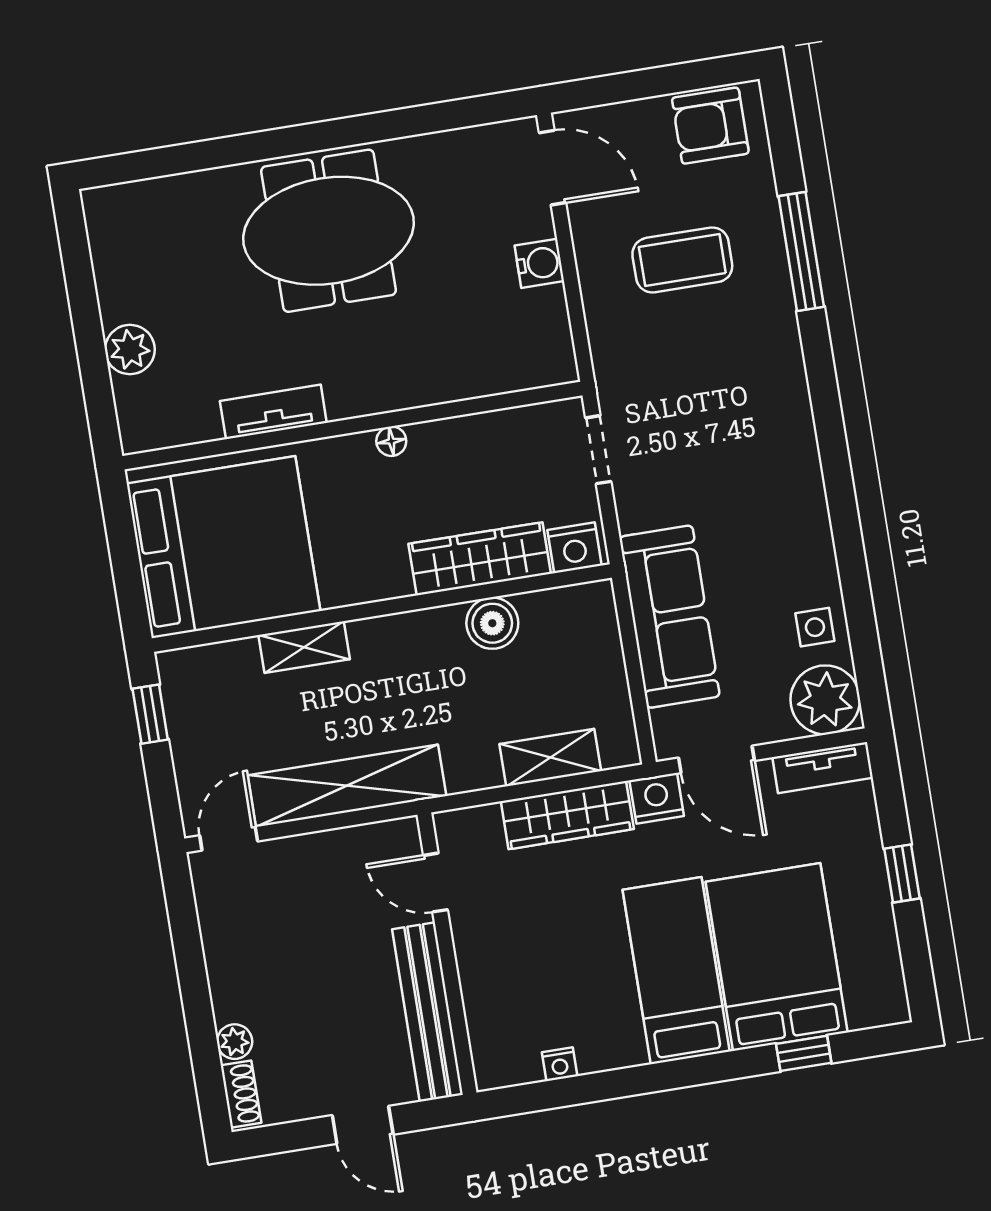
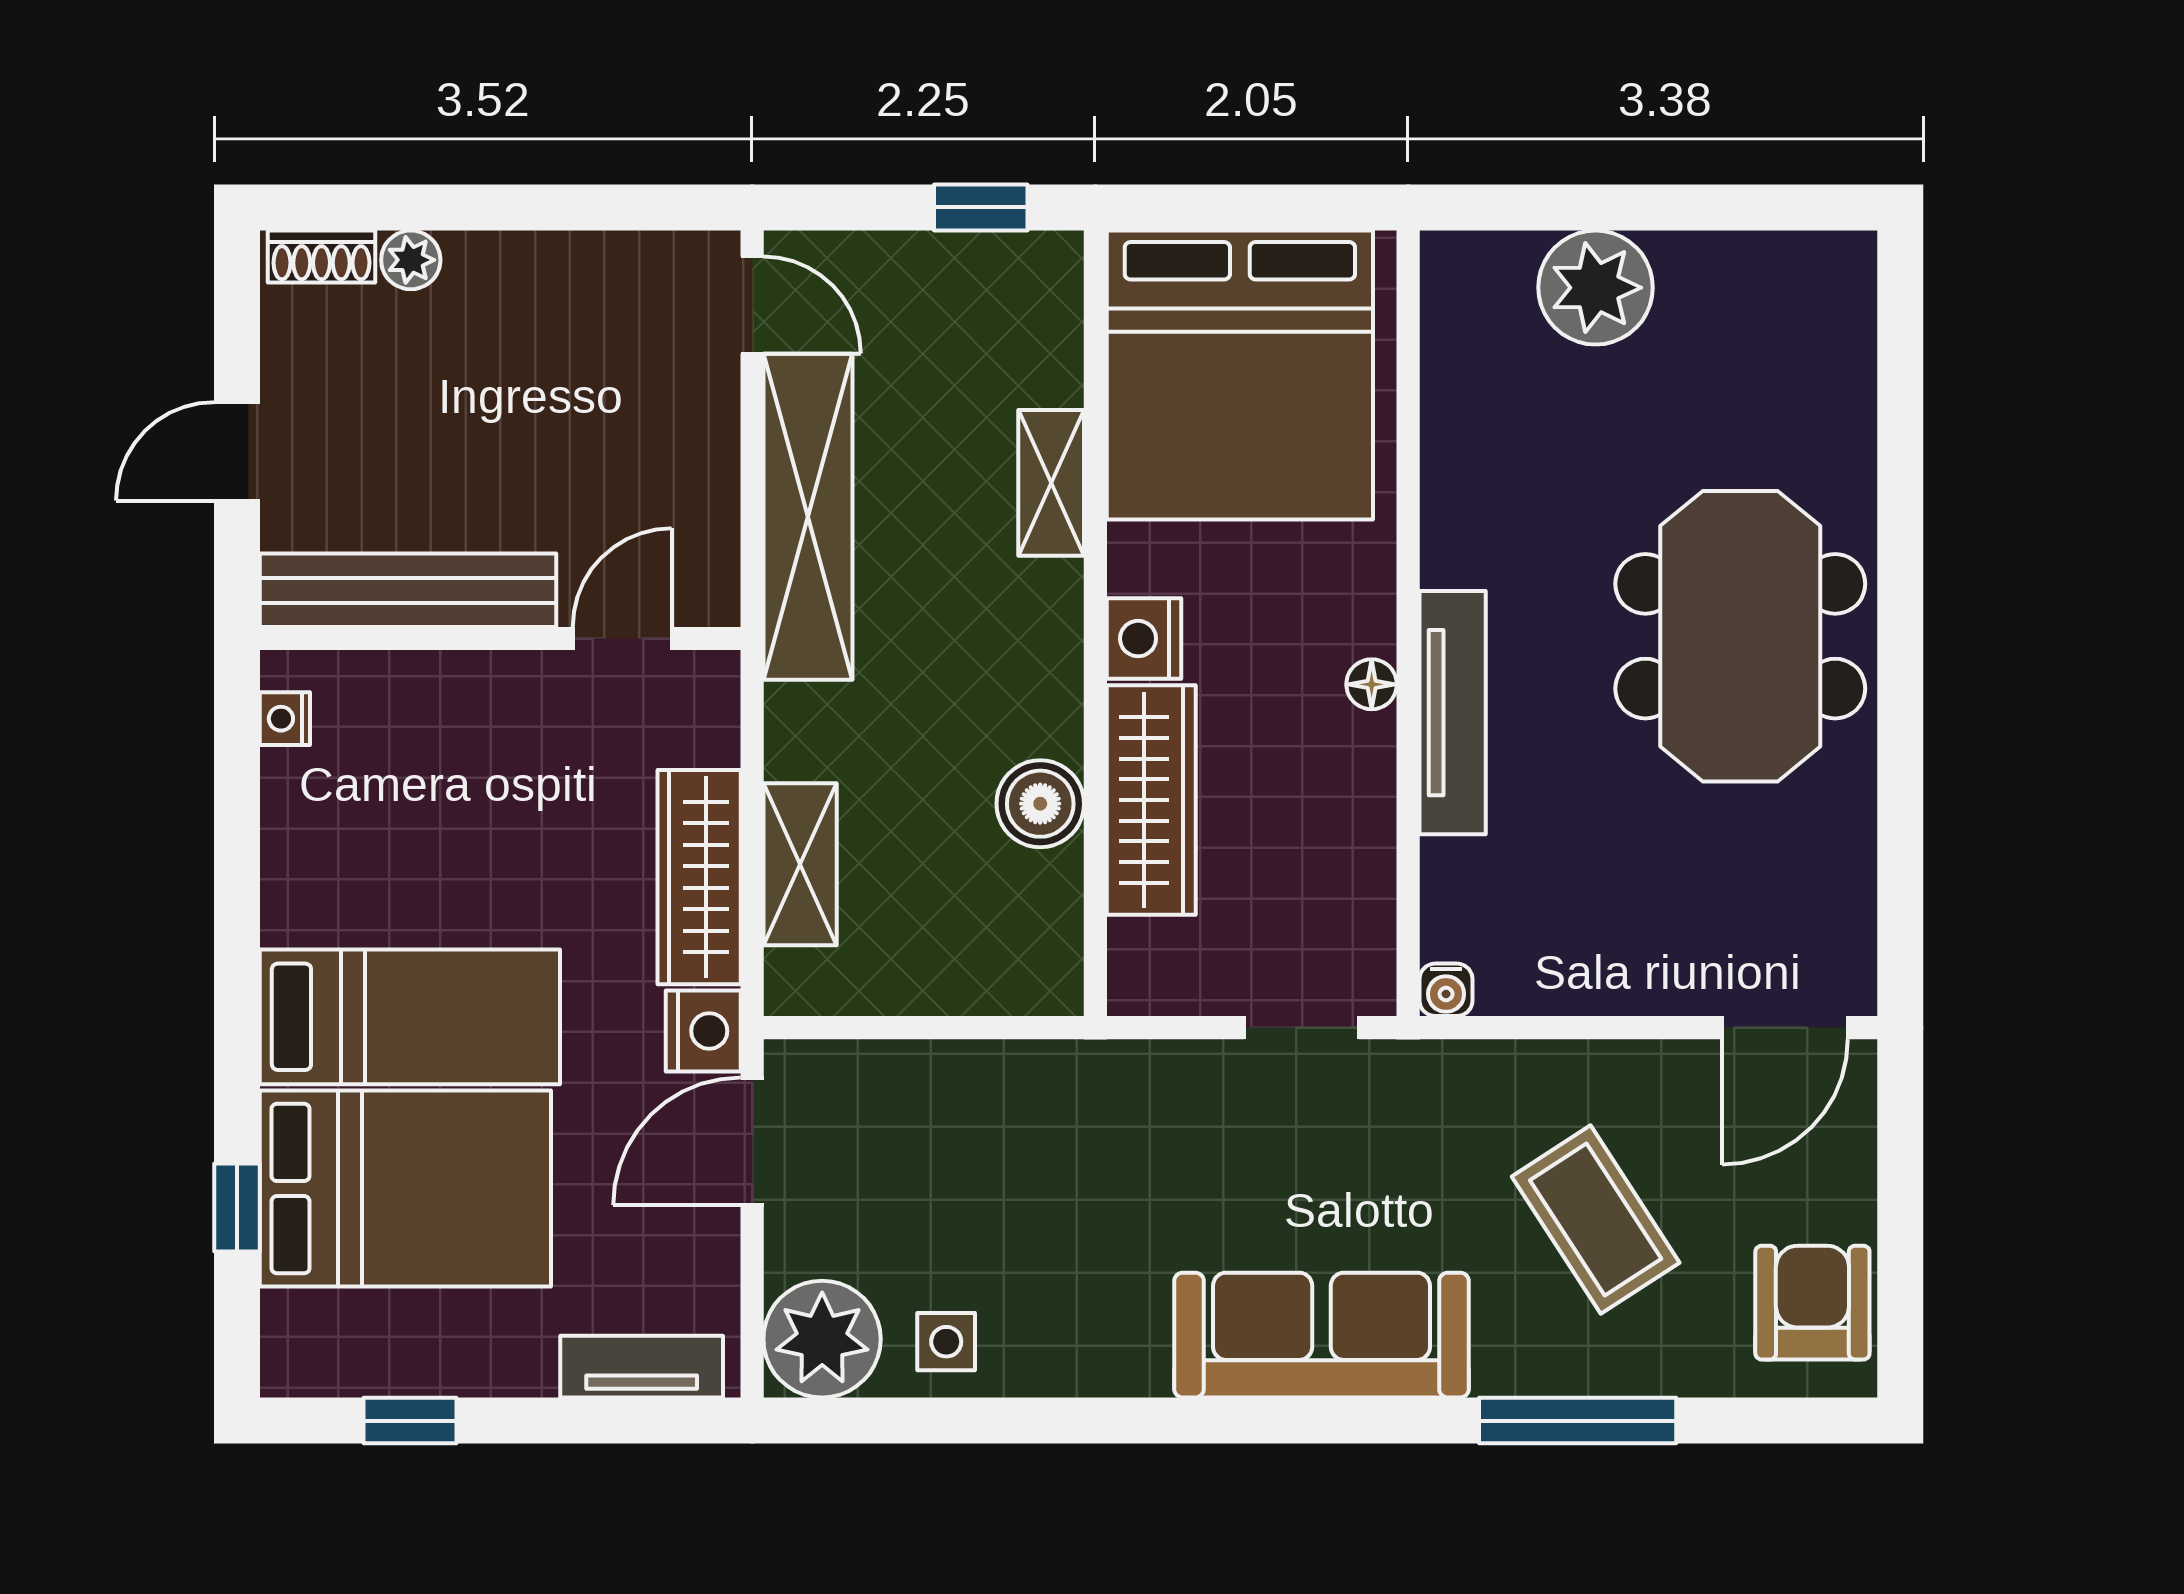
coffee table: (682, 260) -> (1596, 1220), turned -33
water cooler: (539, 263) -> (1446, 990), moved, width x0.72, depth x0.72
plant: (130, 350) -> (1596, 288), width x1.36, depth x1.36
tv unit: (273, 412) -> (1453, 713), moved, width x1.41
nightstand: (574, 548) -> (1144, 639), moved
sofa: (670, 617) -> (1322, 1335), moved, turned 180
tv unit: (823, 768) -> (642, 1367), moved, turned 90
window: (902, 874) -> (410, 1421), moved
nightstand: (560, 1064) -> (285, 719), moved

